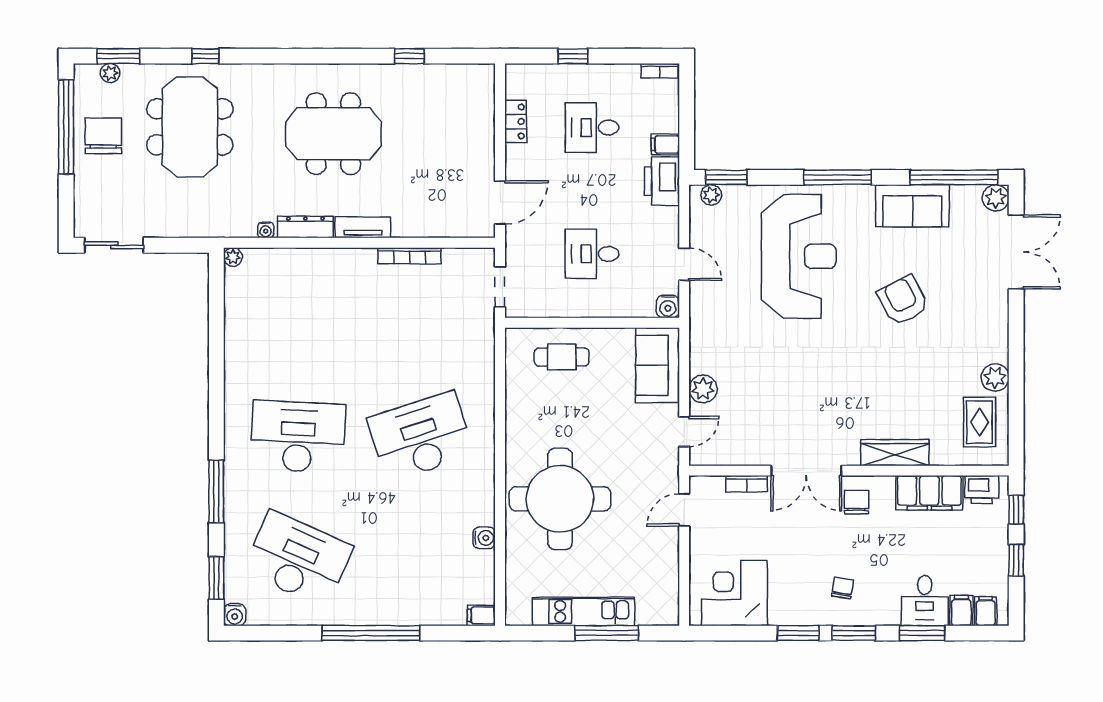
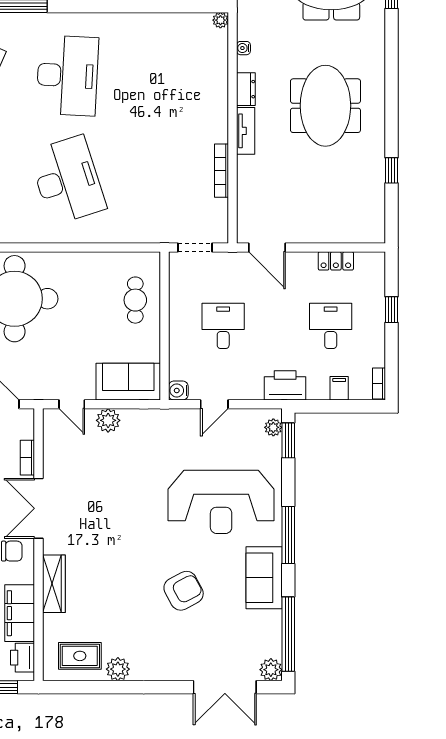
filing cabinet: (665, 144) -> (339, 388), moved
sofa: (912, 206) -> (264, 578), moved
dresser: (305, 227) -> (246, 89), width x0.70

